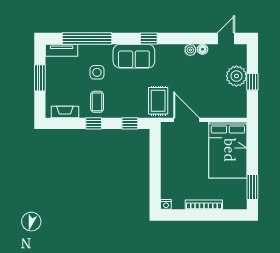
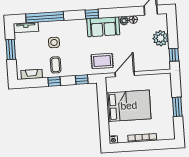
sofa: (134, 56) -> (103, 27), moved
window: (252, 82) -> (174, 55), moved
rug: (158, 101) -> (102, 61), turned 90
door: (186, 120) -> (125, 74), hinge flipped
bed: (228, 150) -> (129, 106), moved, turned -90
window: (252, 187) -> (177, 107), moved

